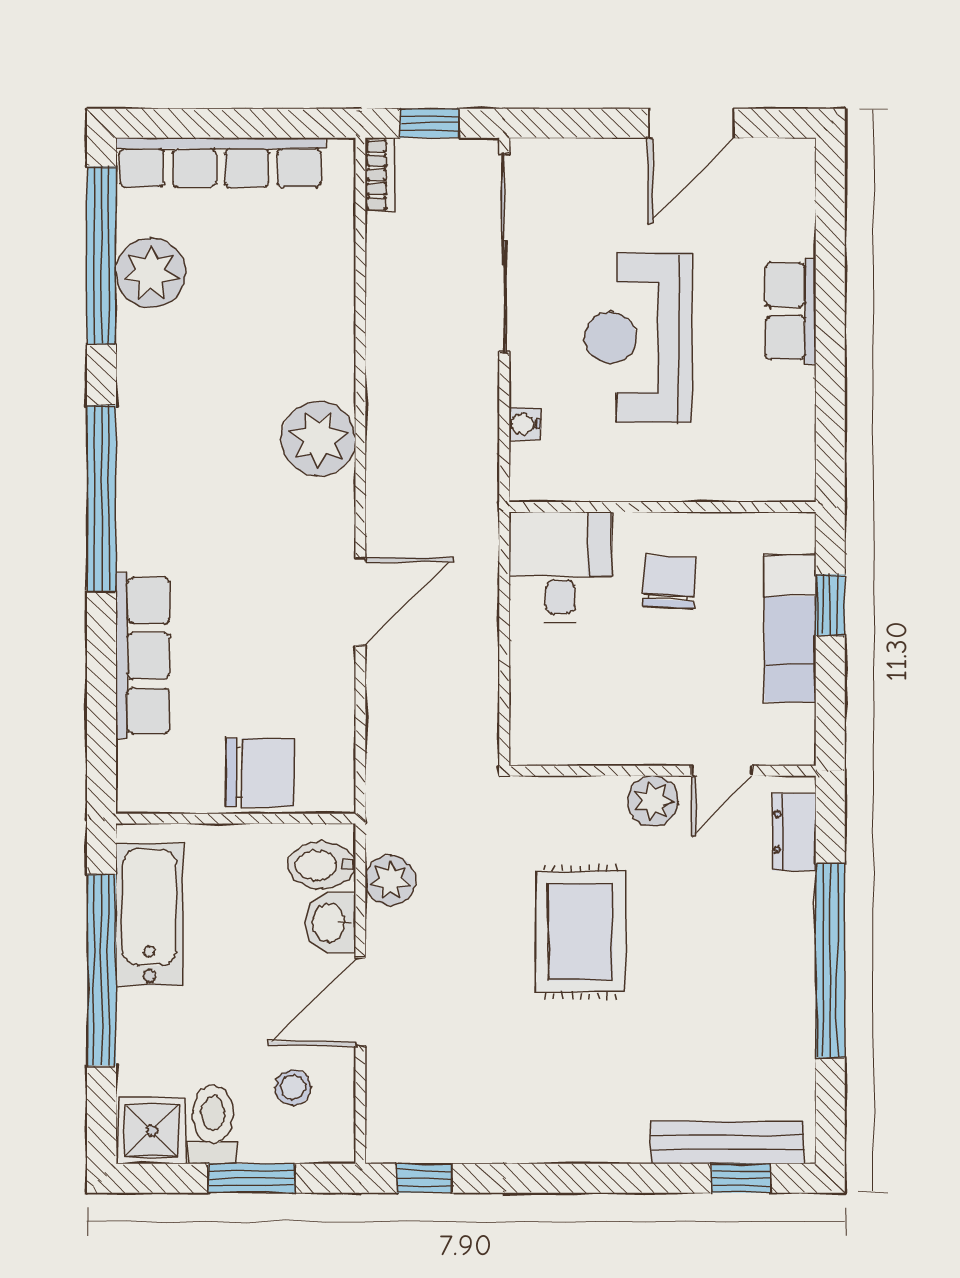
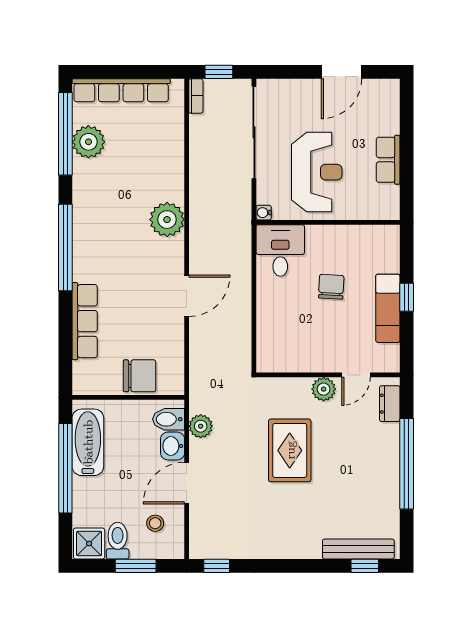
reception desk: (638, 337) -> (317, 172), turned 180
wall: (662, 507) -> (328, 222), moved
desk: (560, 567) -> (280, 250), moved

